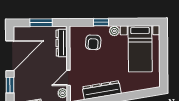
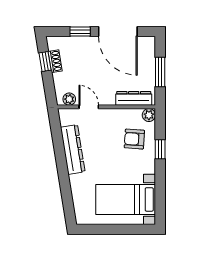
plant: (114, 31) -> (149, 115), moved

